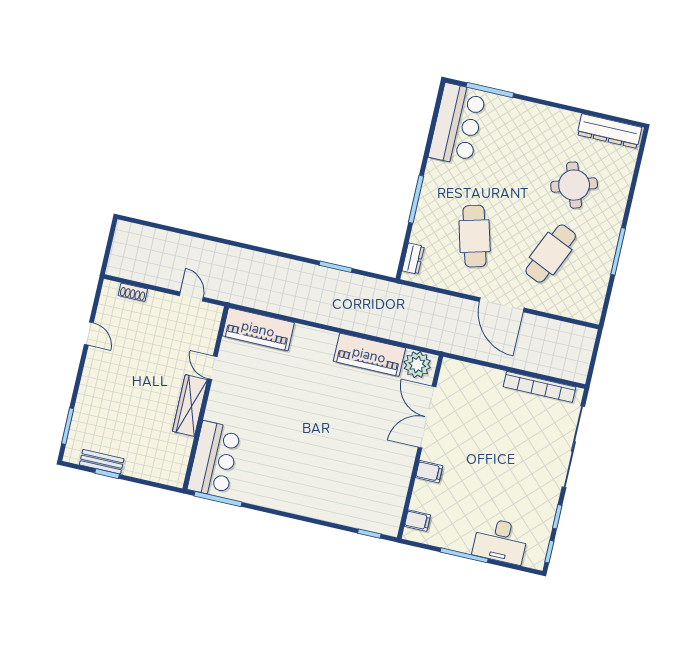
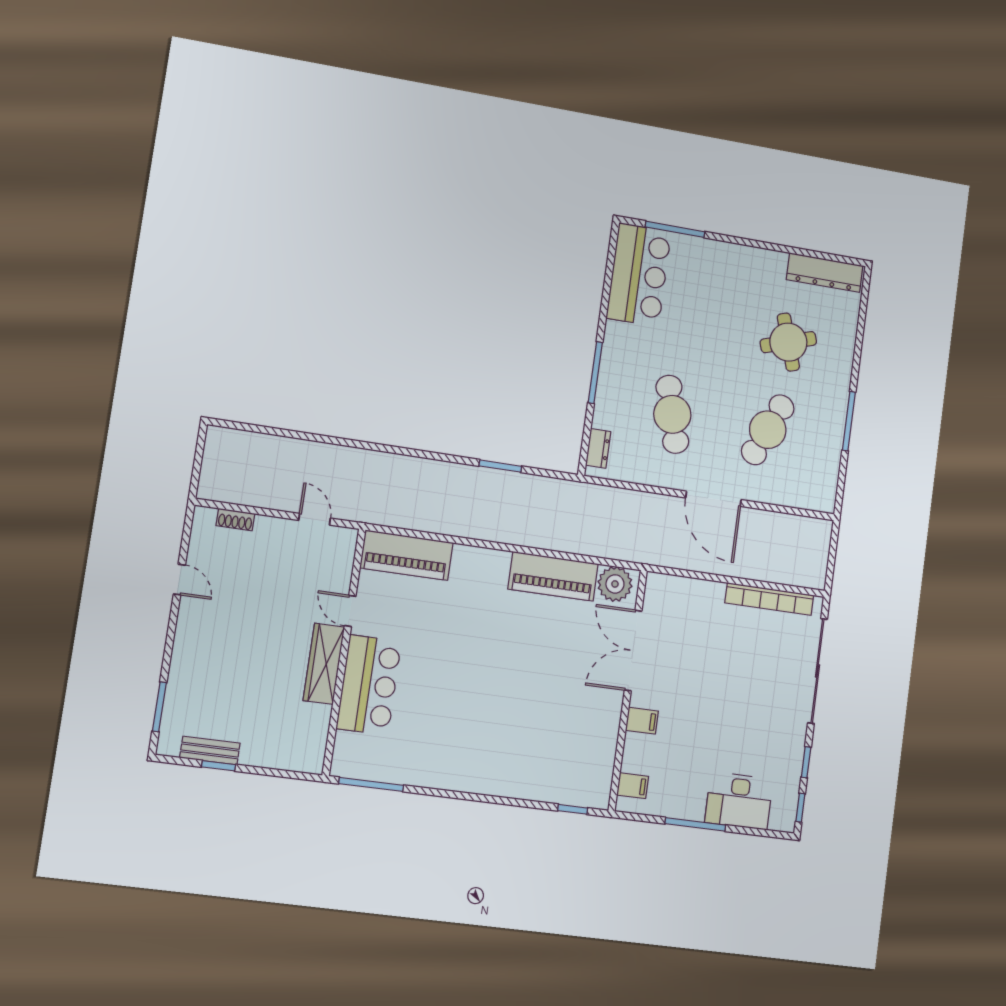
bar counter: (214, 459) -> (369, 685), moved

